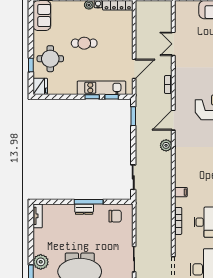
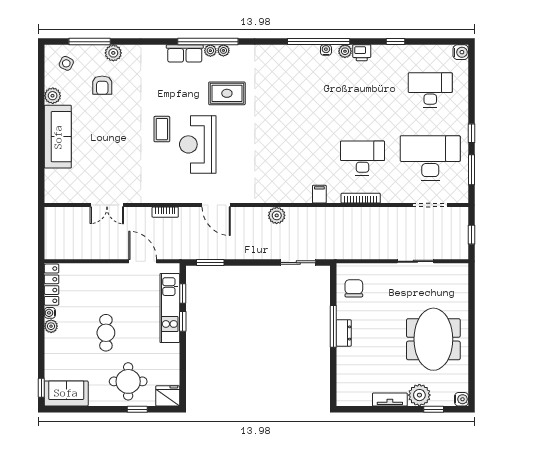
plant: (166, 145) -> (277, 215), moved
tv unit: (38, 216) -> (390, 399), moved

